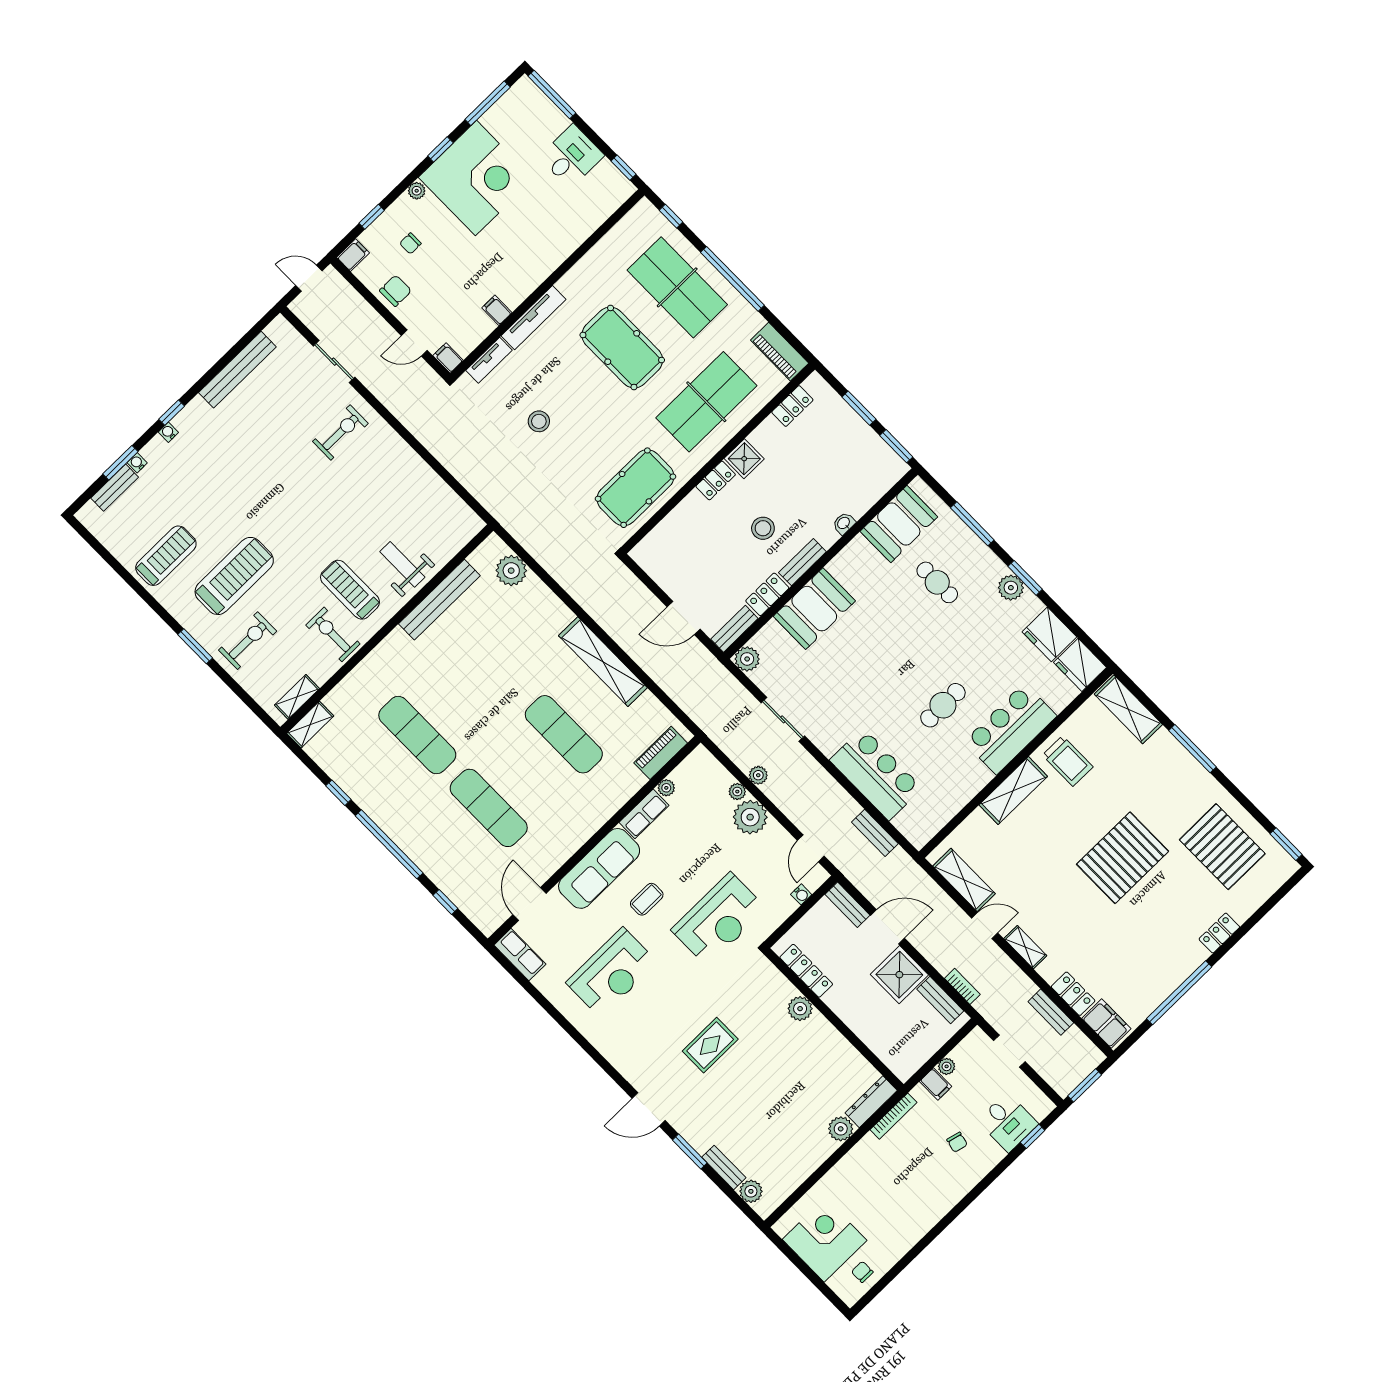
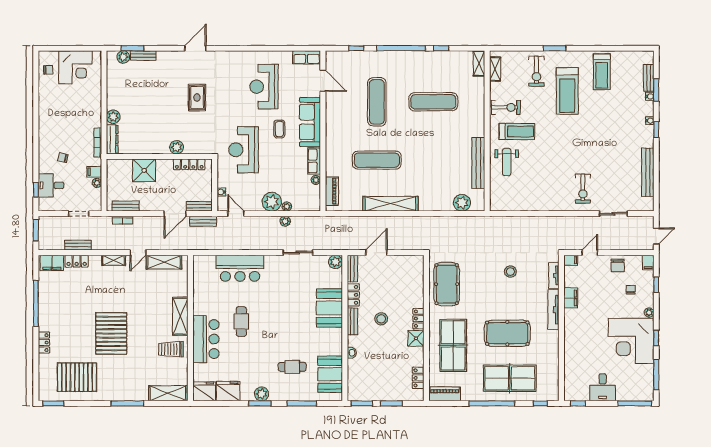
filing cabinet: (497, 310) -> (571, 298), width x2.00
weight bench: (402, 564) -> (507, 162), turned 90
exercise mat: (489, 808) -> (377, 102), turned 90
bench: (875, 833) -> (203, 221), moved
shower: (899, 975) -> (144, 170), moved
window: (690, 1151) -> (132, 48), moved

